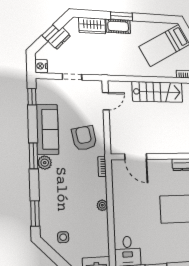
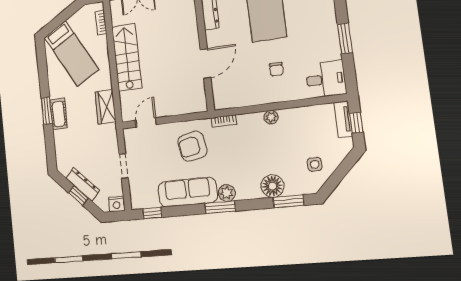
wardrobe: (92, 26) -> (105, 107), moved, turned 180
dresser: (59, 38) -> (83, 184), width x1.44
door: (106, 101) -> (146, 122), hinge flipped
door: (136, 157) -> (205, 64), moved
floor lamp: (48, 201) -> (272, 186), added
chair: (138, 213) -> (276, 69), added

